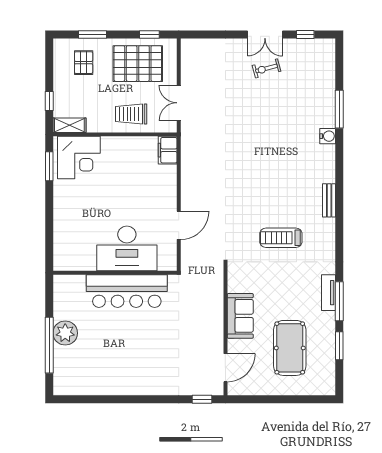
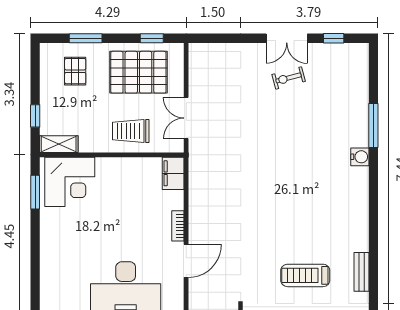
bookcase: (172, 195) -> (178, 226), added
bench: (329, 200) -> (361, 272), moved

